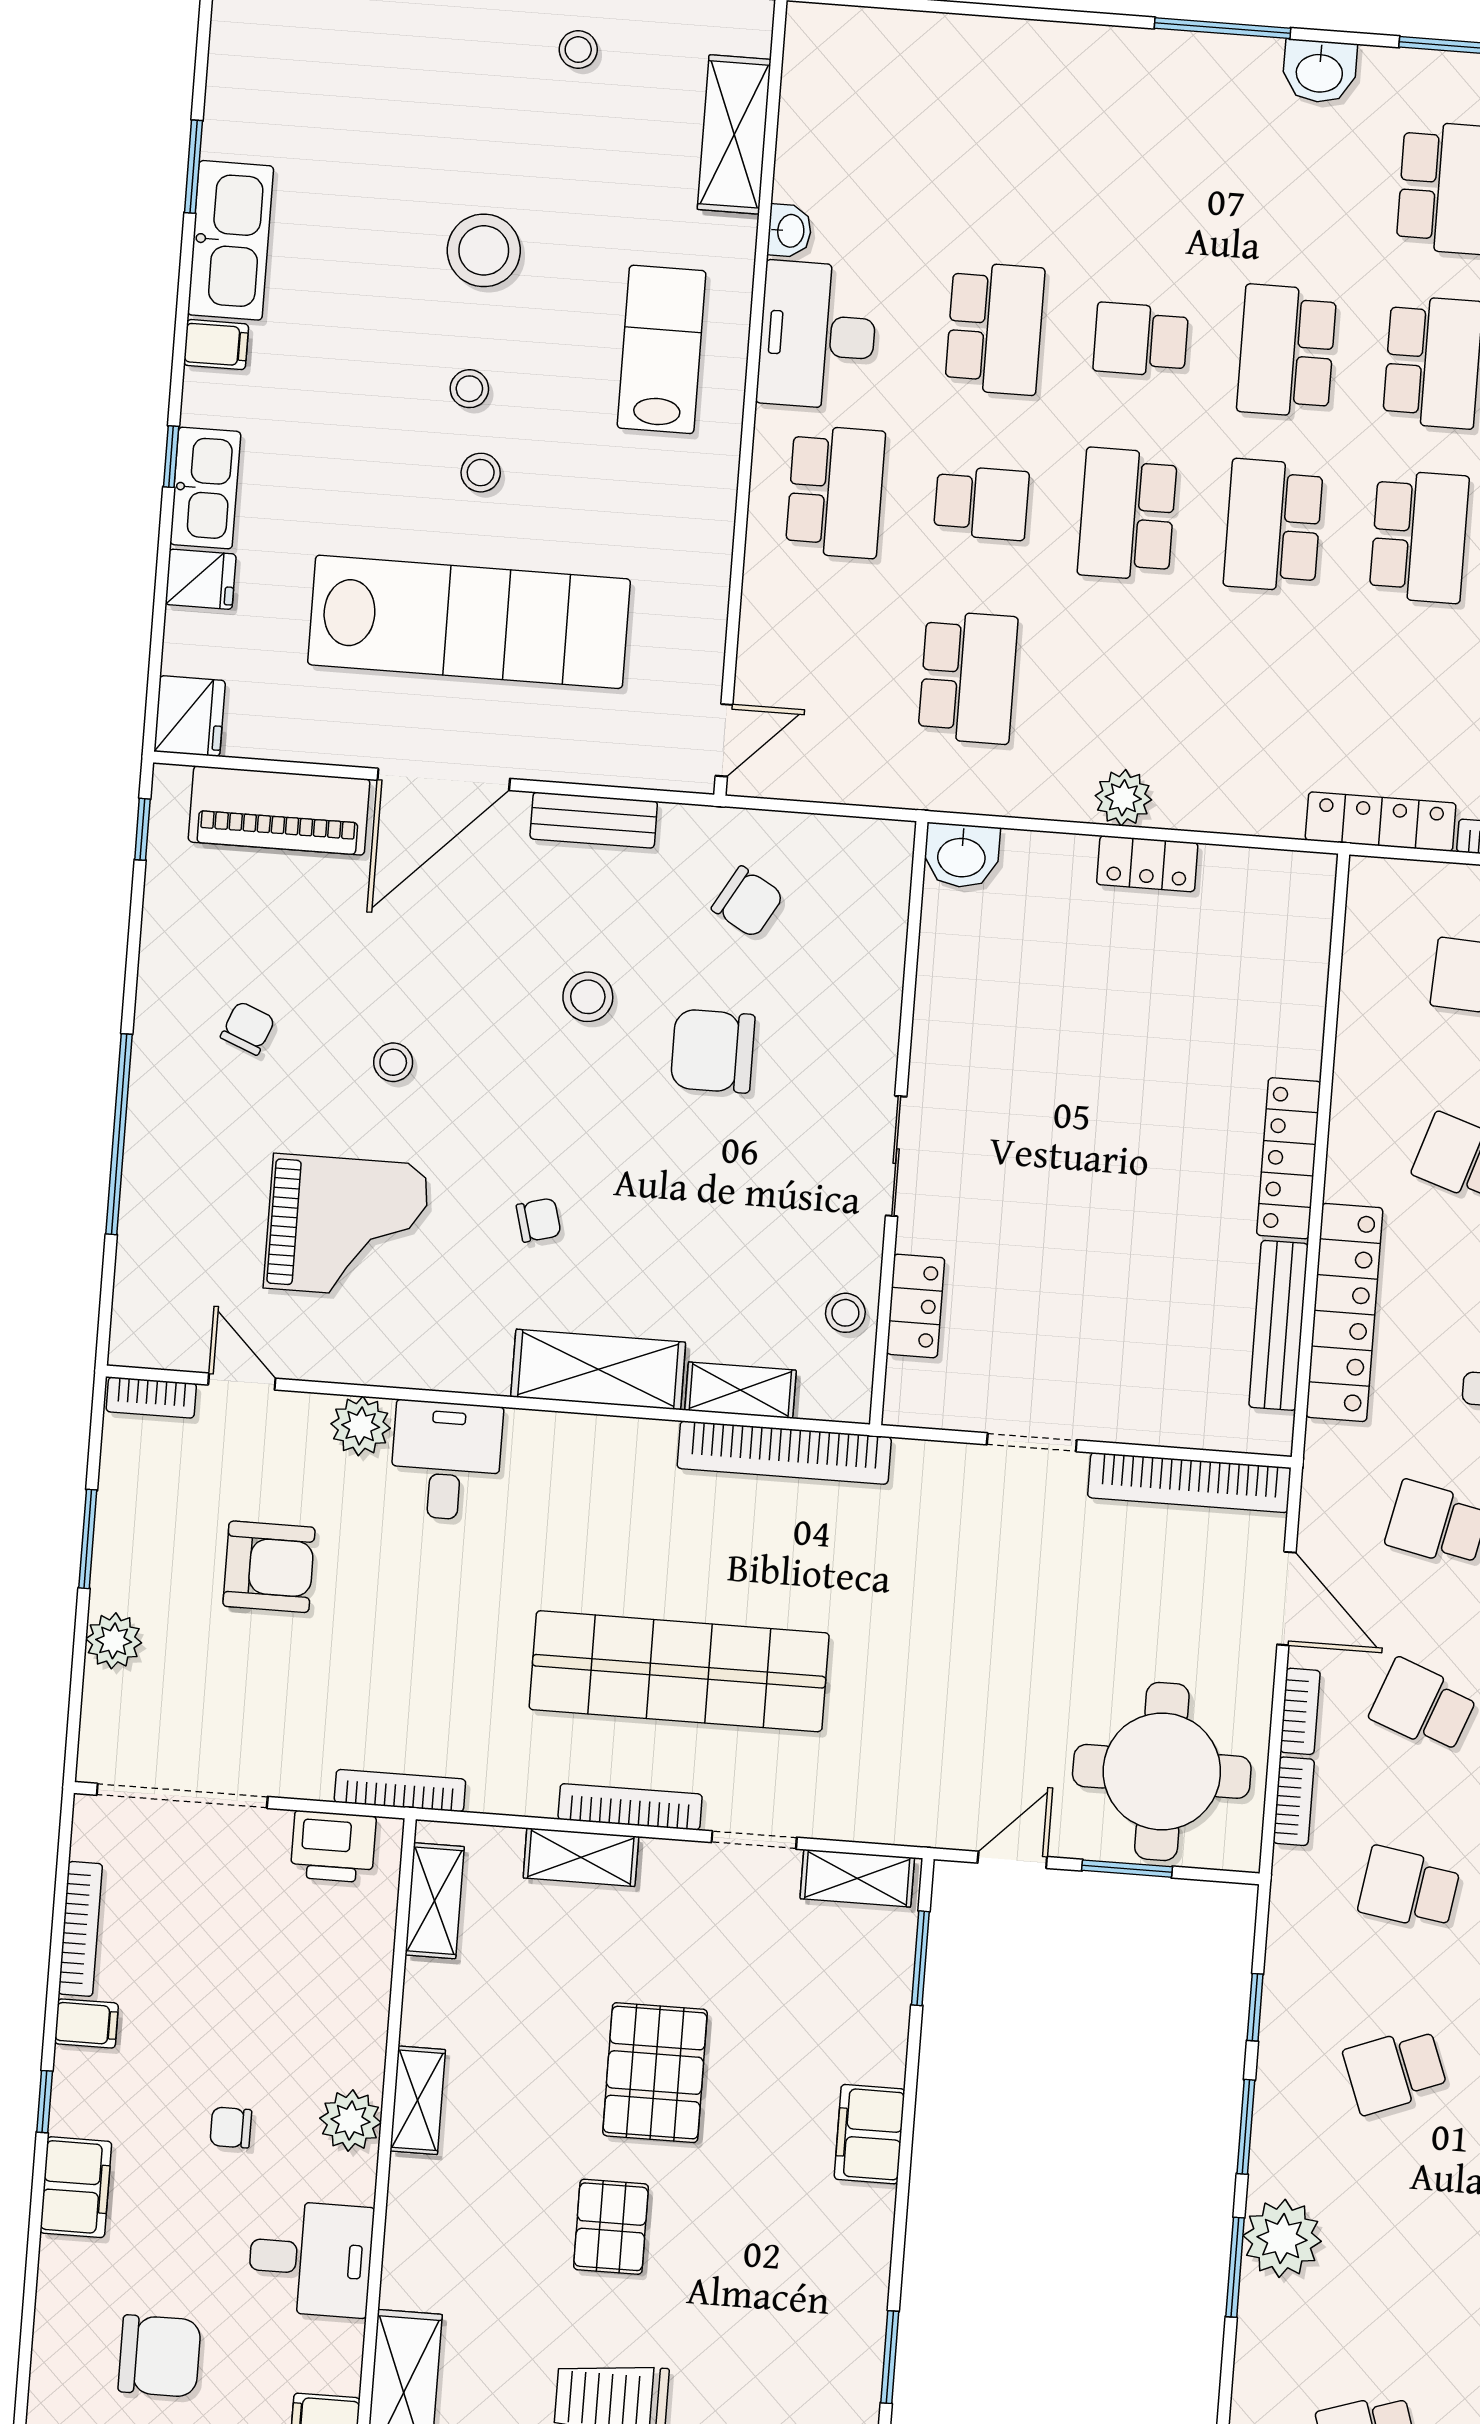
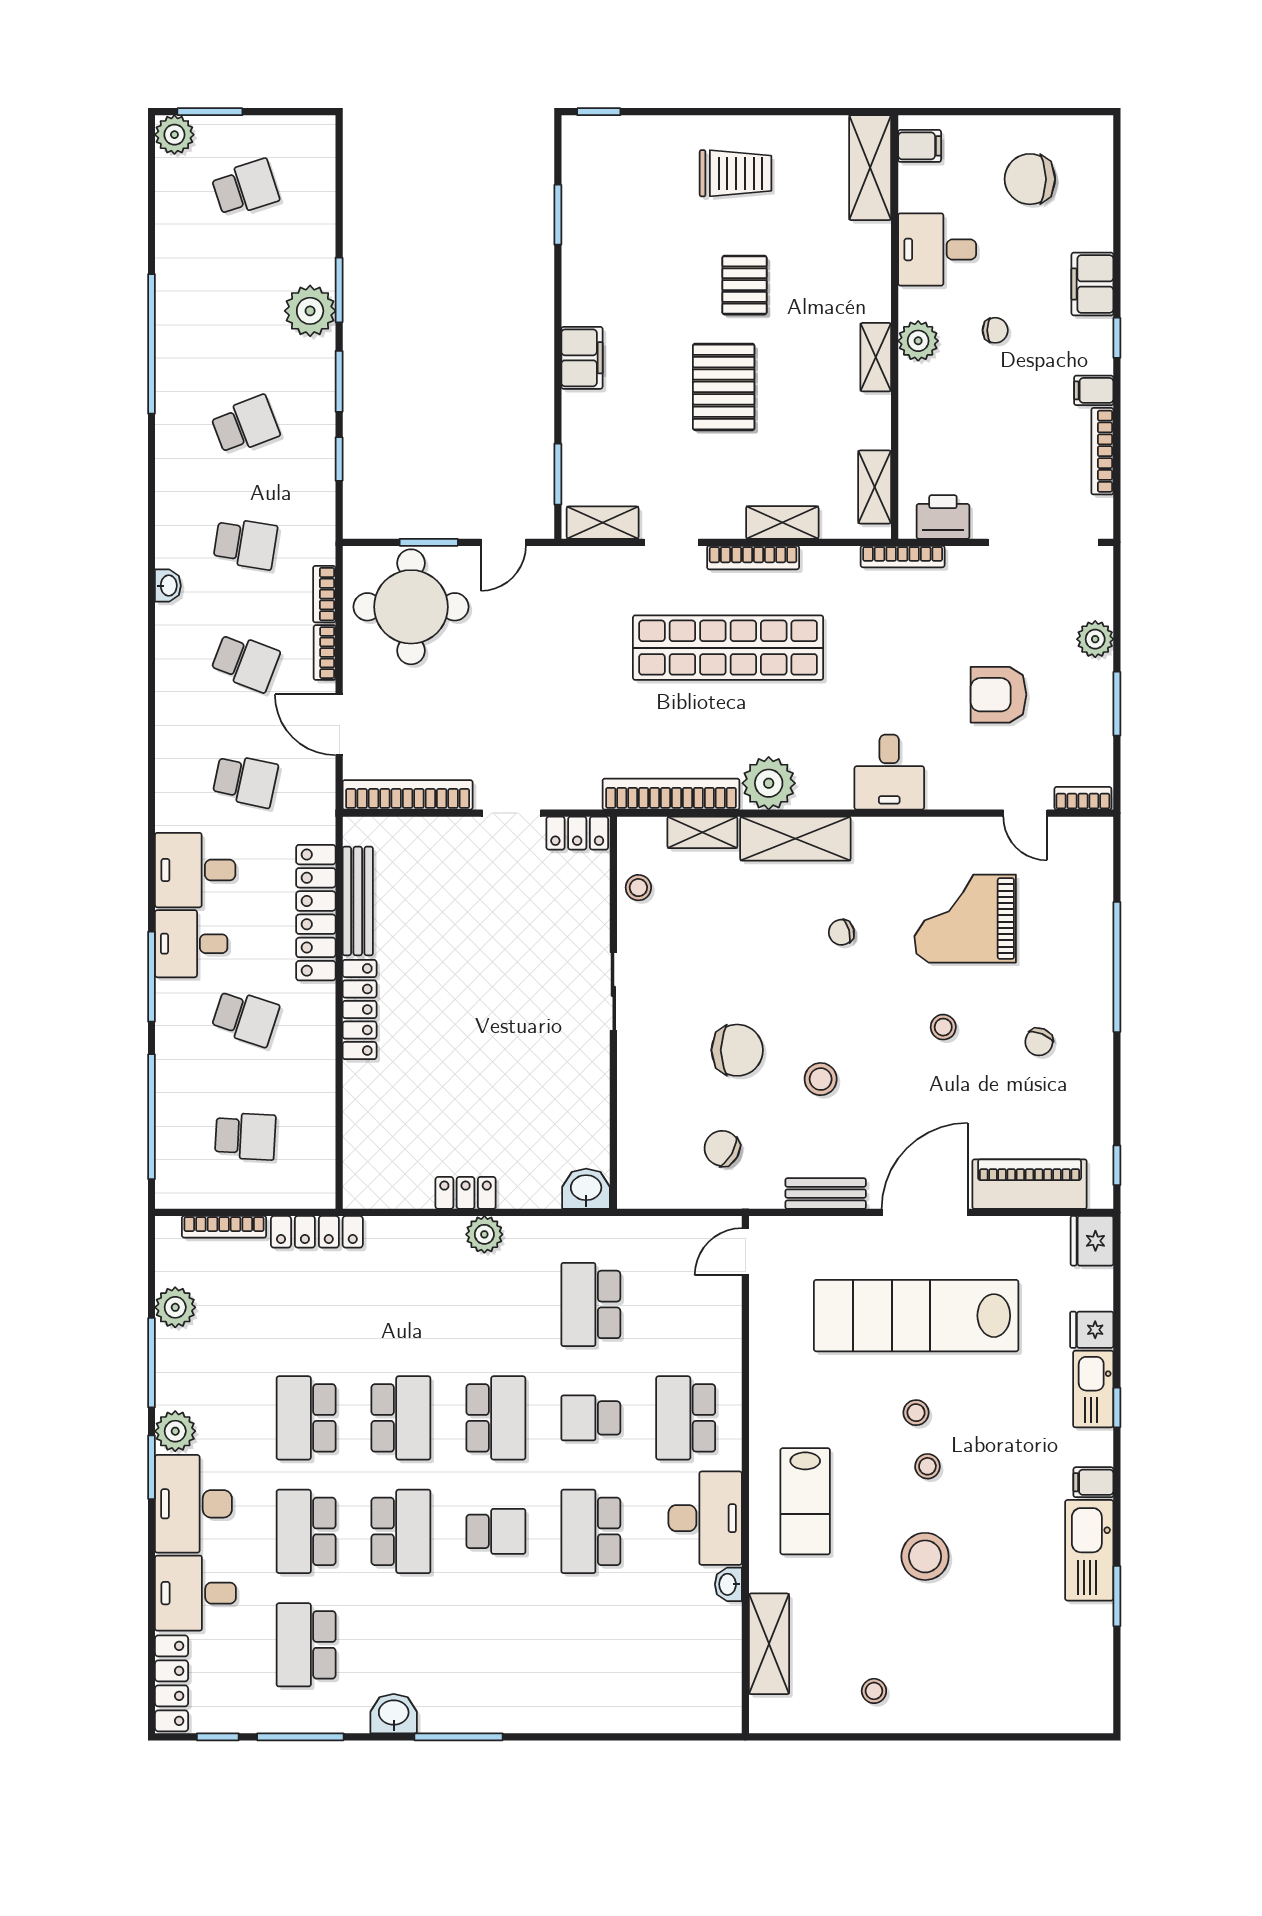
locker: (916, 1306) -> (577, 833), moved, turned -90
plant: (361, 1426) -> (769, 783), moved, width x1.36, depth x1.36

